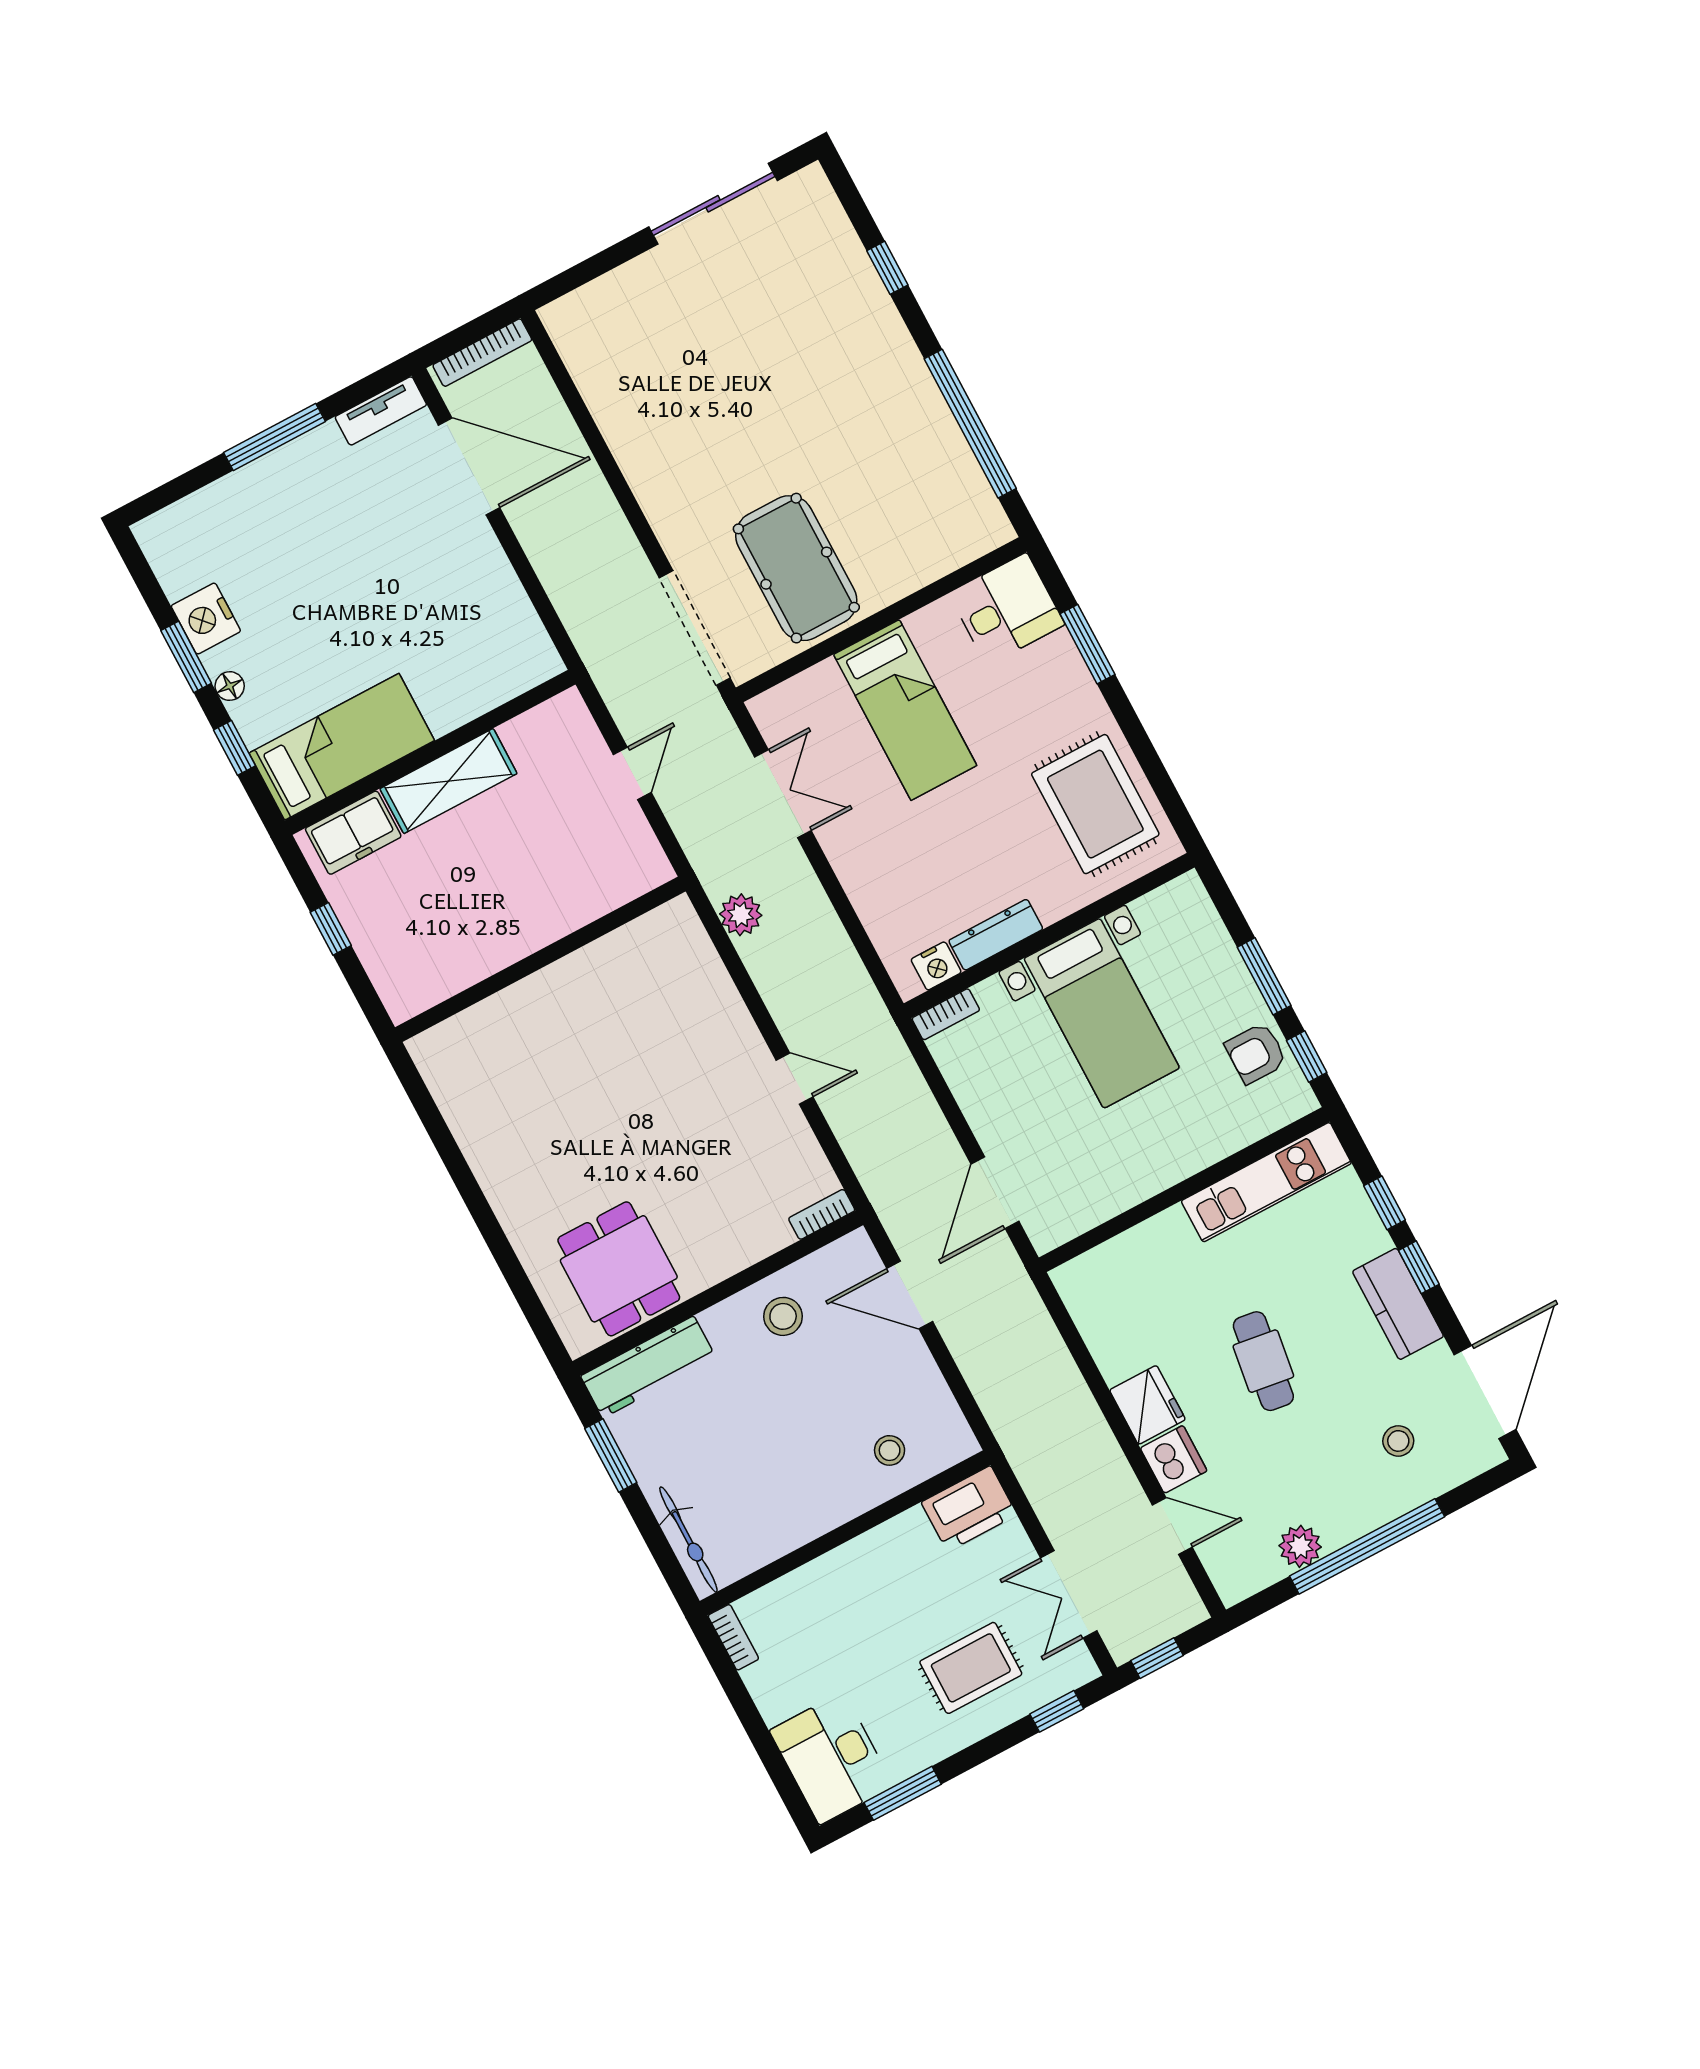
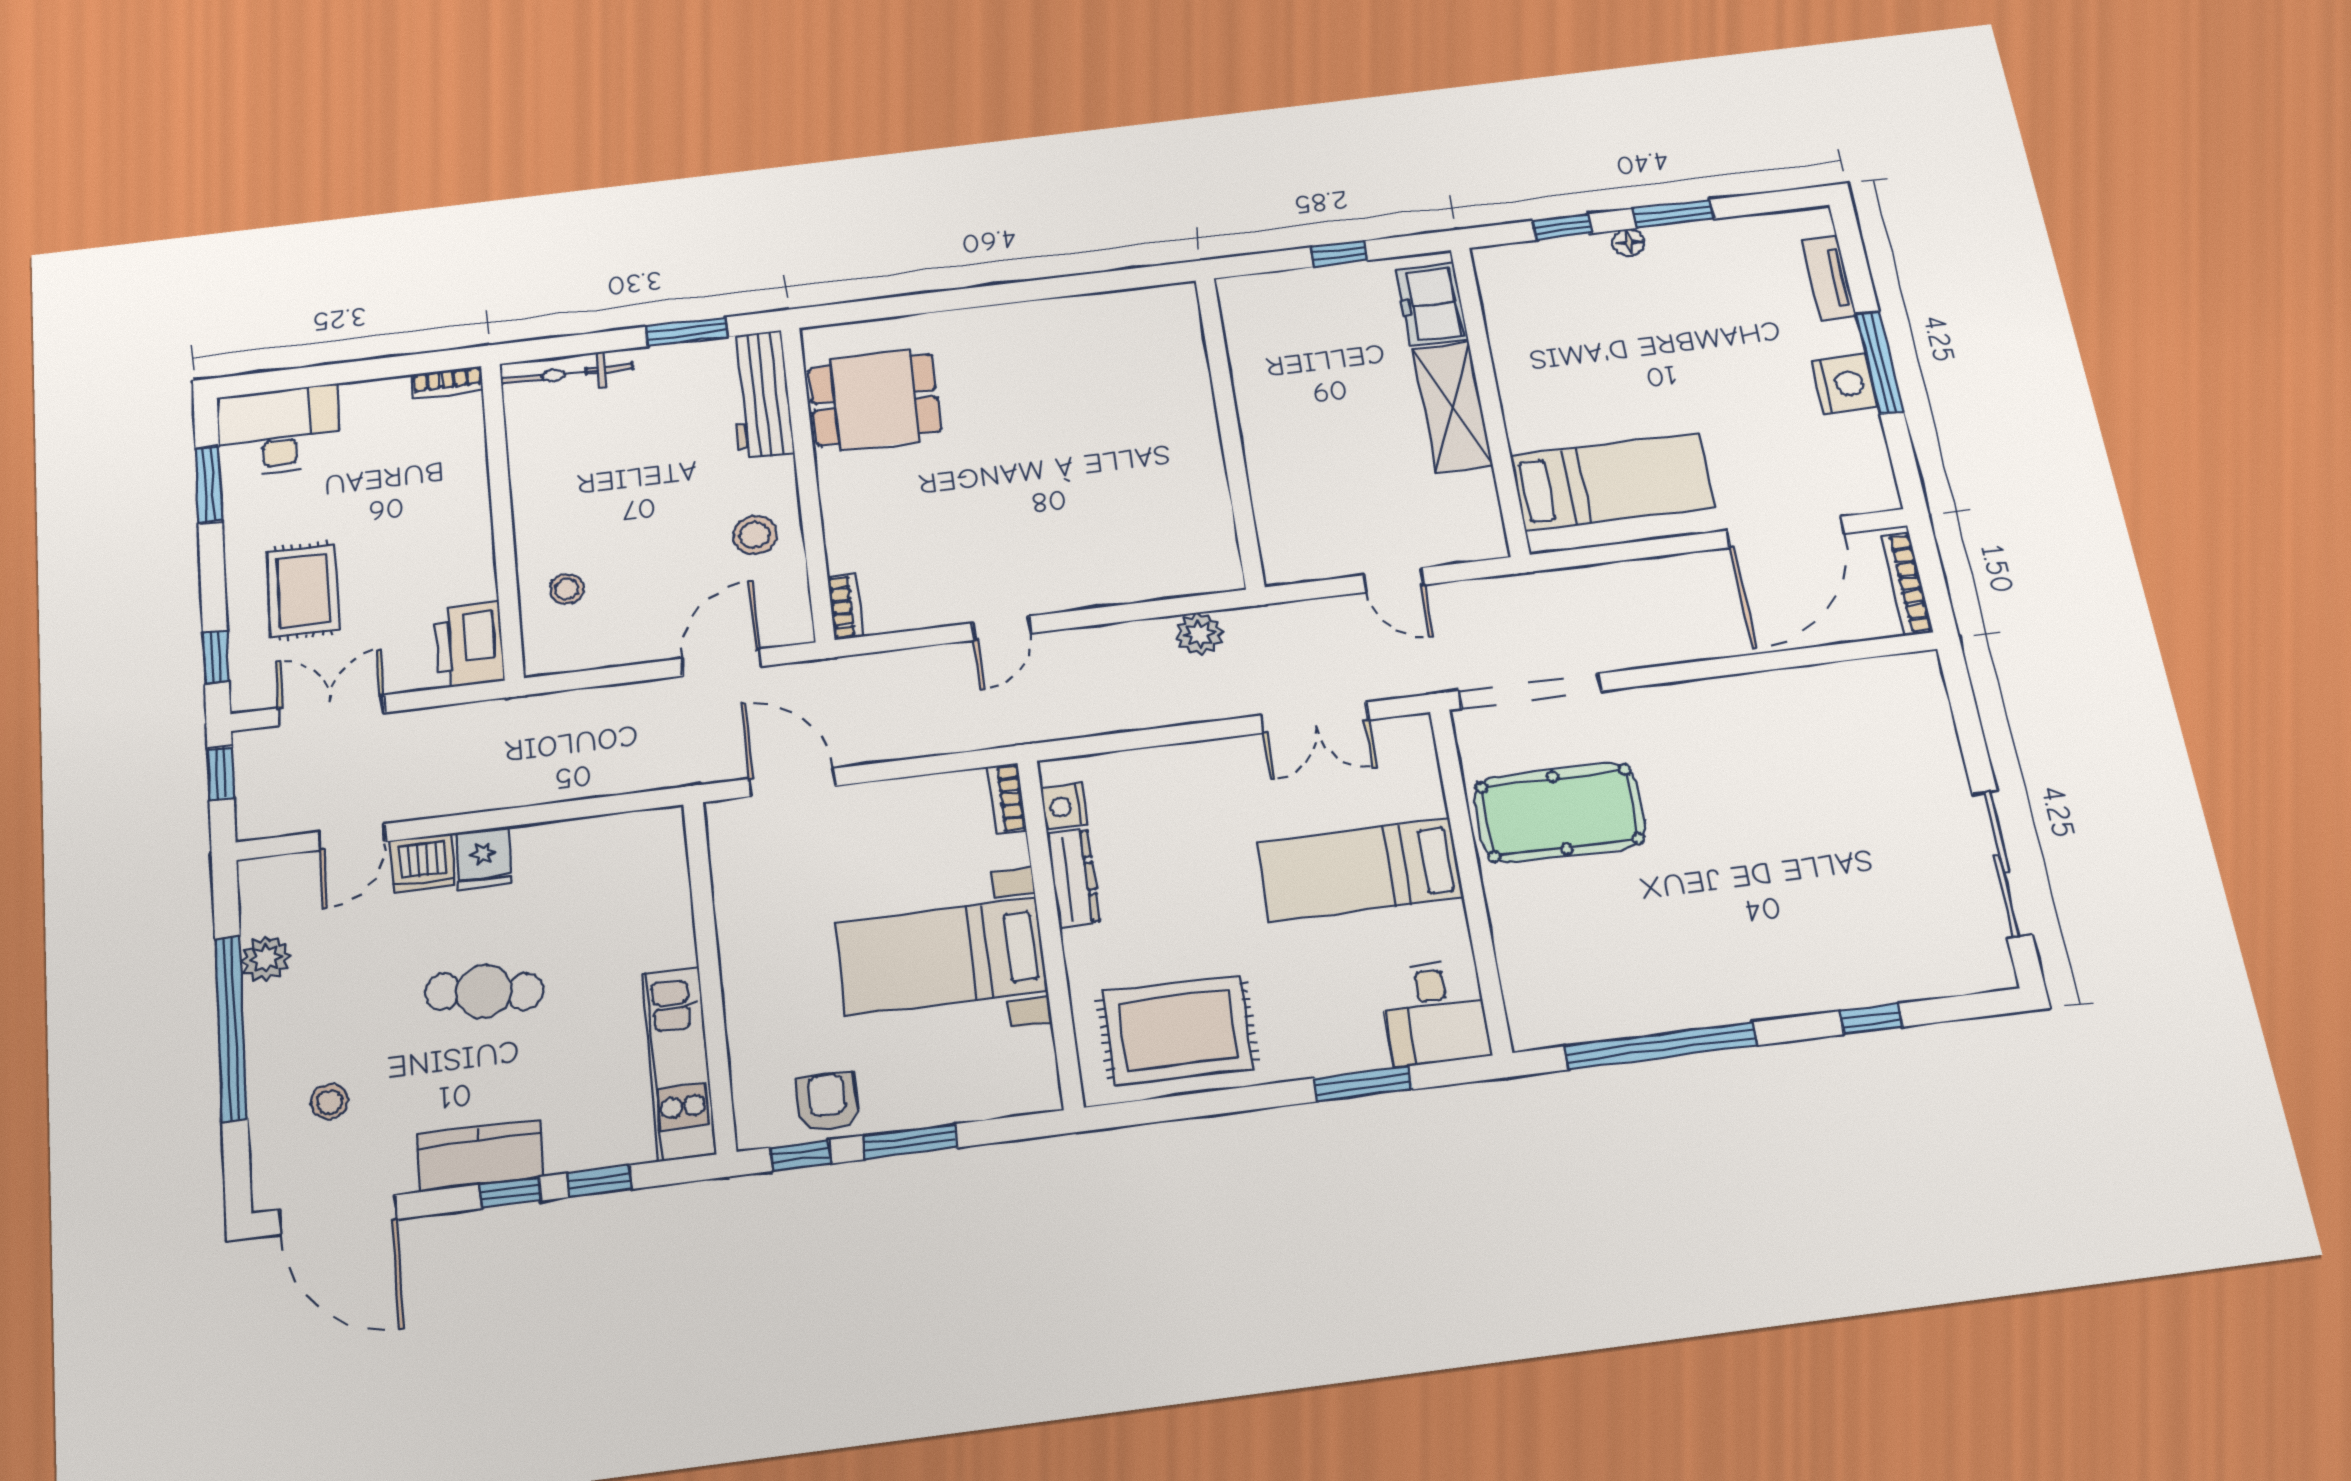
tv unit: (381, 411) -> (1829, 278), moved
nightstand: (206, 619) -> (1845, 384), moved, turned 90
bed: (342, 747) -> (1612, 482), moved, turned -90
fridge: (1147, 1405) -> (483, 858), width x0.72

